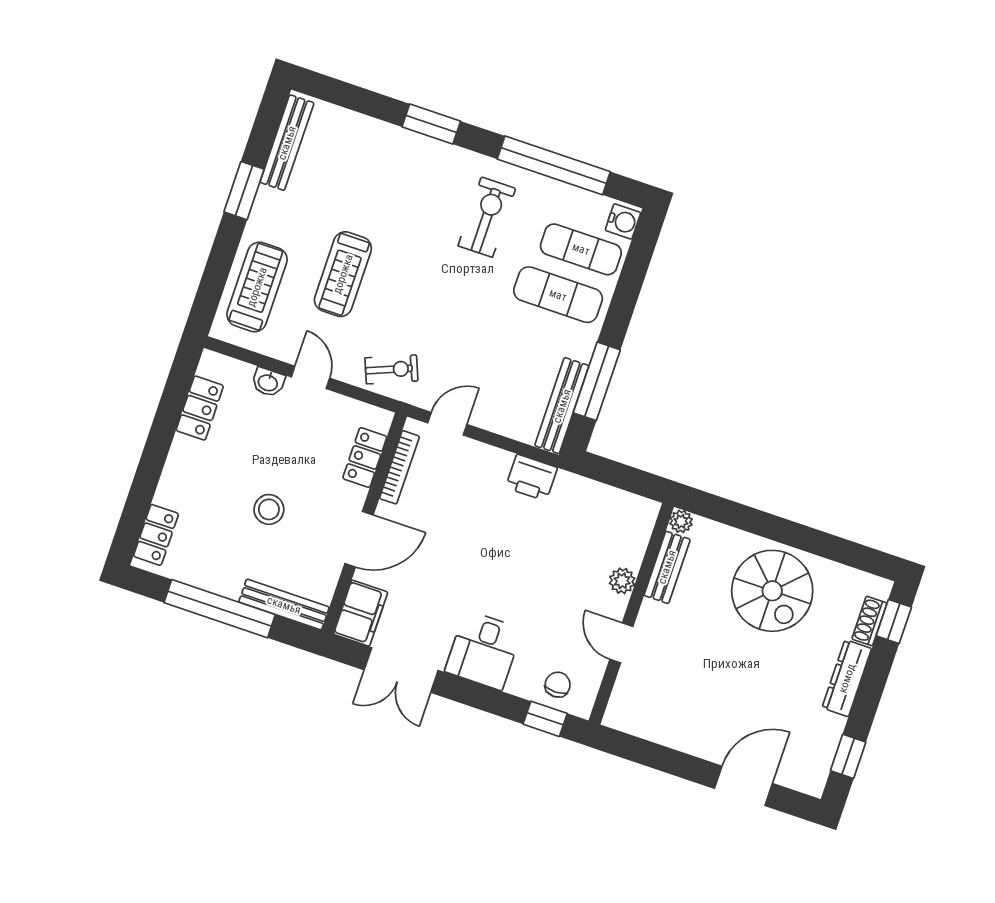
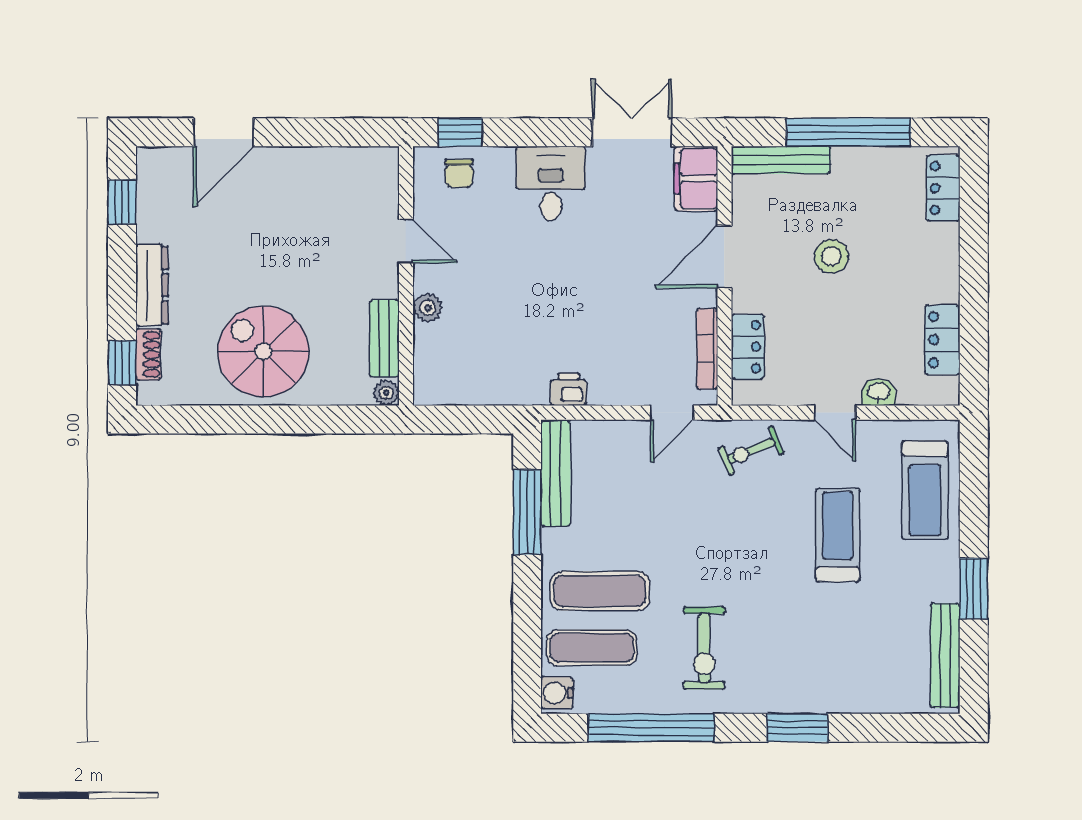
printer: (532, 478) -> (569, 389), width x0.73, depth x0.81

